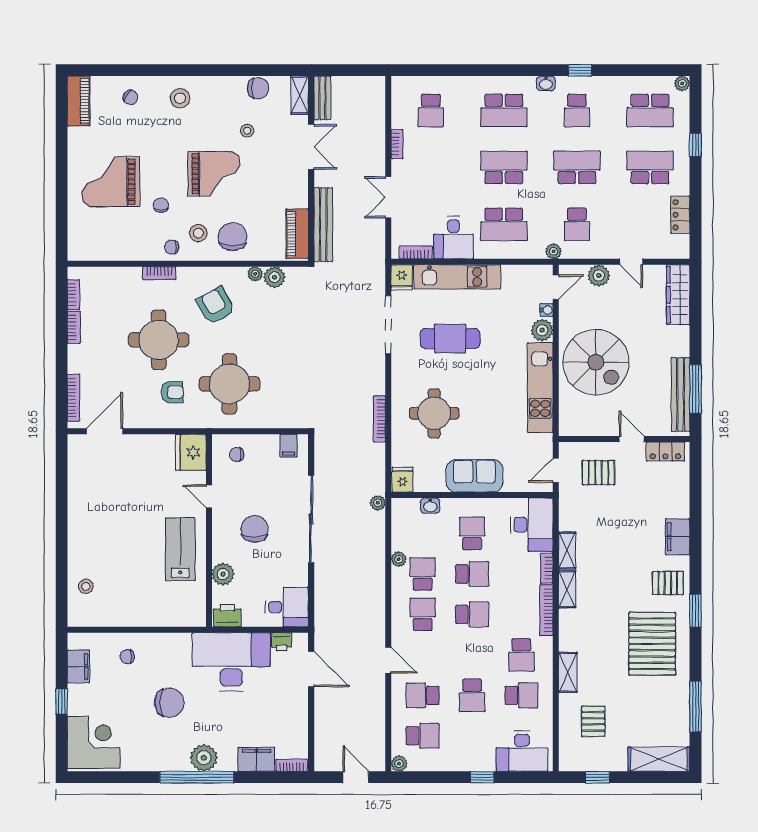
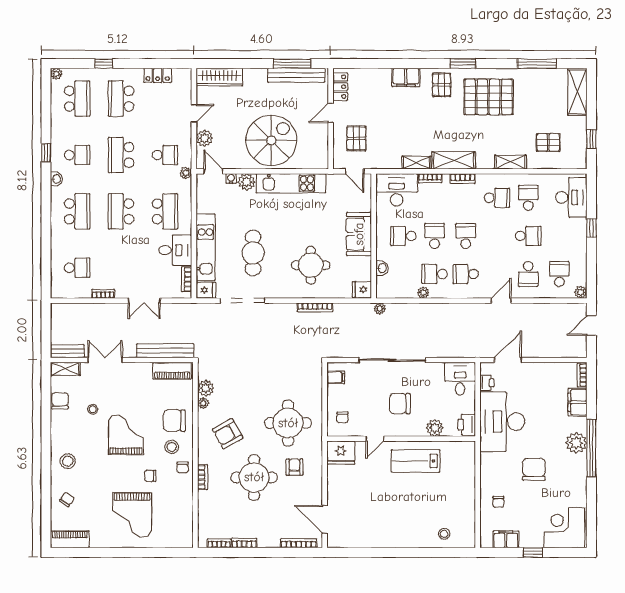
shelving: (567, 589) -> (454, 160), width x1.50, depth x1.33
bookcase: (546, 610) -> (463, 179), width x0.64

